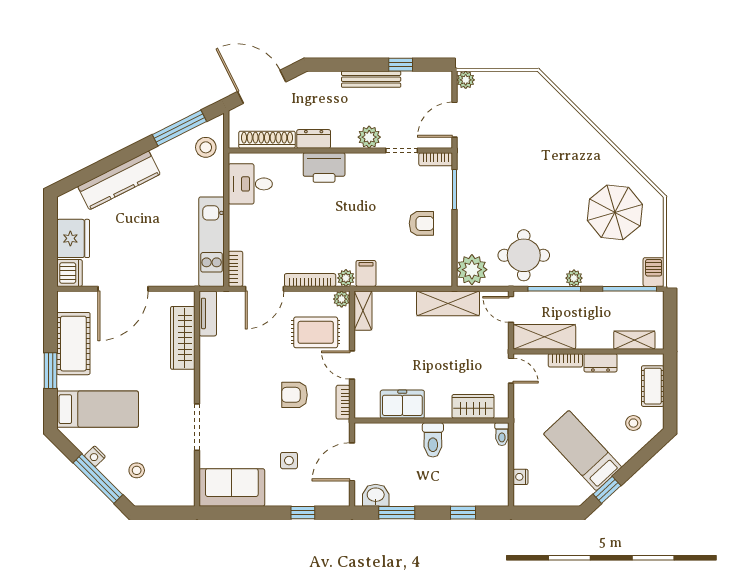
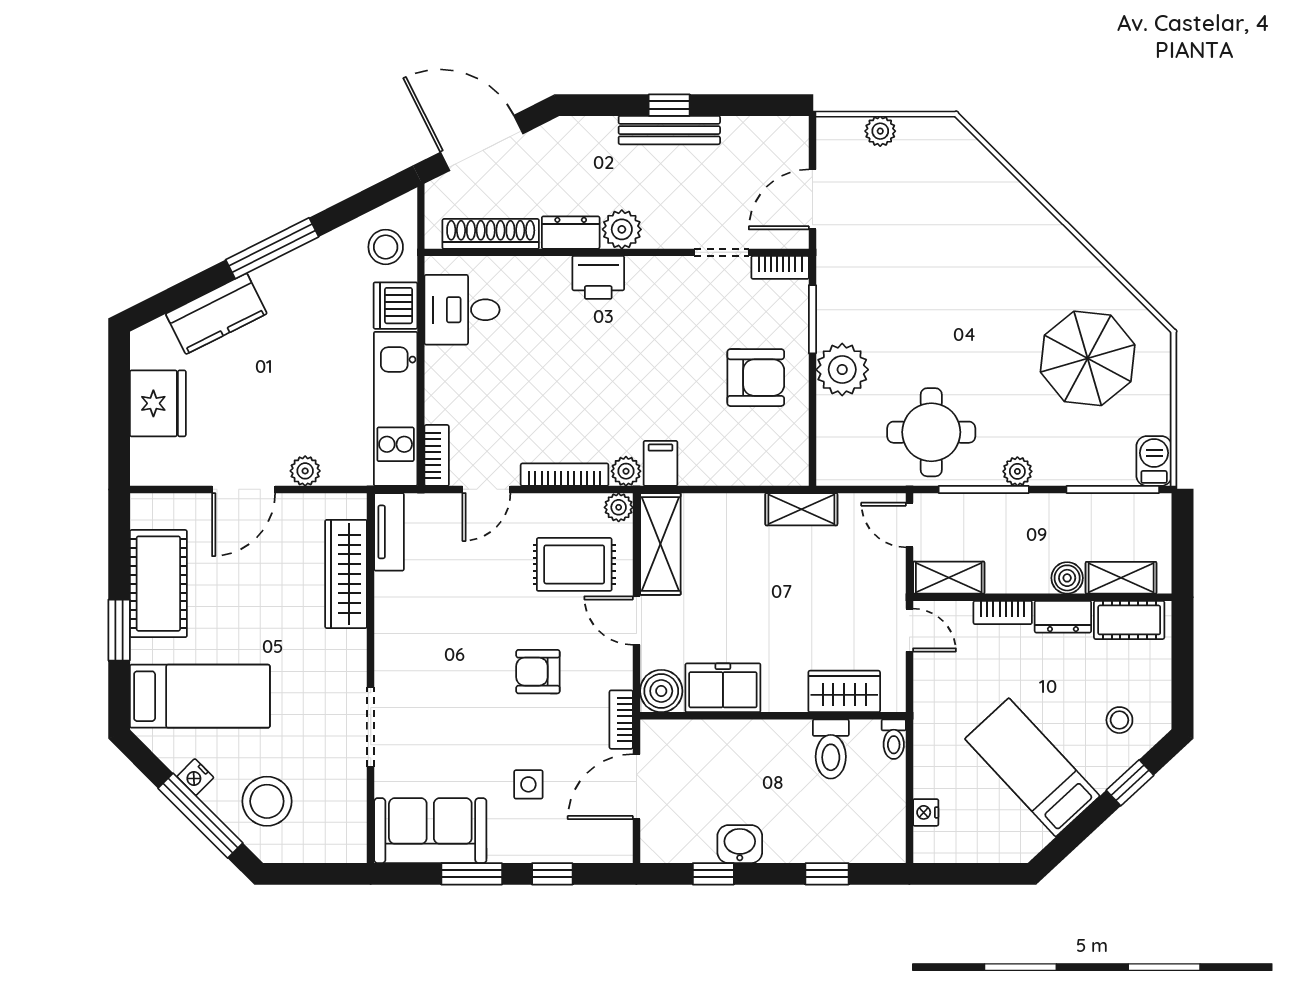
window: (401, 65) -> (669, 105), moved
plant: (466, 80) -> (880, 131), moved
window: (179, 128) -> (272, 248), moved
plant: (369, 137) -> (622, 229), moved
printer: (324, 168) -> (598, 277), width x0.73, depth x0.84
kitchen counter: (119, 180) -> (216, 314), width x0.67
armchair: (421, 223) -> (756, 378), width x1.38, depth x1.38
plant: (472, 270) -> (842, 370), moved
dishwasher: (69, 273) -> (395, 306), moved, turned 180
plant: (159, 278) -> (305, 471), added
door: (123, 289) -> (244, 489), width x0.73
door: (265, 289) -> (486, 489), width x0.73
shelving: (448, 303) -> (801, 509), width x0.67, depth x0.75
shelving: (363, 311) -> (660, 544), width x1.50, depth x1.33
shelving: (544, 337) -> (949, 578), width x0.67, depth x0.75
boiler: (603, 340) -> (1067, 578), added
cot: (653, 386) -> (1129, 620), moved, turned 90
bookcase: (343, 402) -> (621, 720), moved
boiler: (366, 406) -> (661, 691), added
toilet: (433, 440) -> (831, 749), moved
stool: (137, 470) -> (267, 801), width x1.89, depth x1.89
window: (607, 490) -> (1130, 783), moved
washbasin: (376, 495) -> (740, 844), moved
window: (256, 513) -> (472, 874), added
window: (397, 513) -> (713, 874), width x0.67

